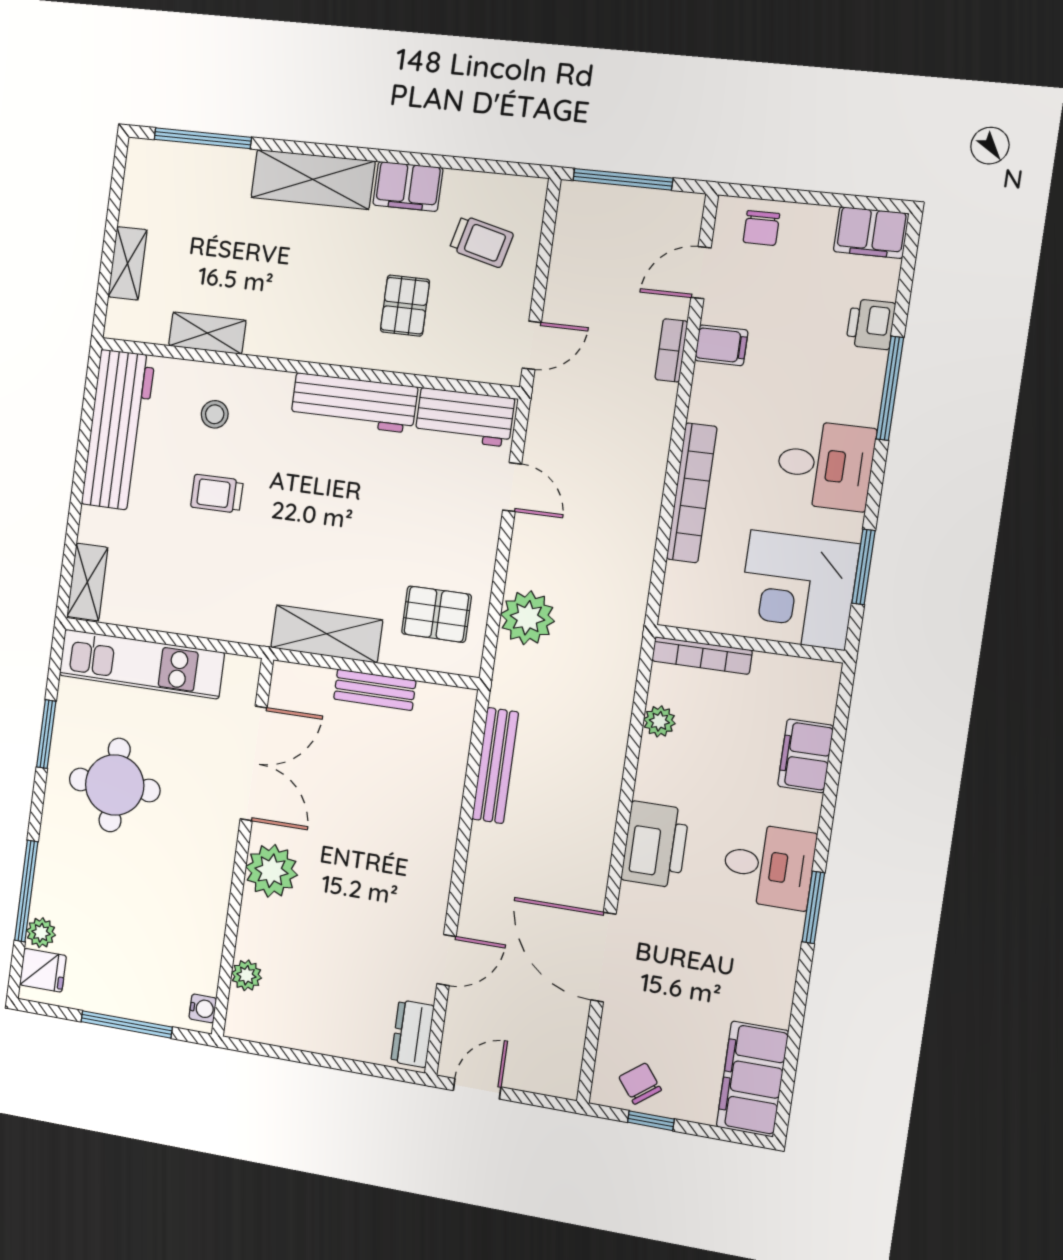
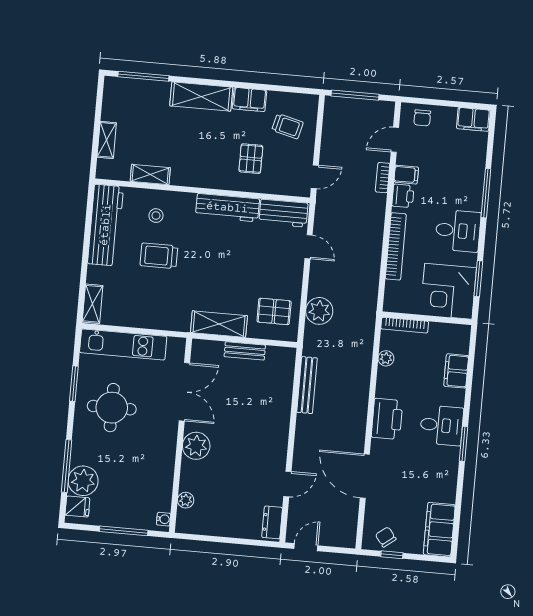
printer: (871, 324) -> (403, 196), moved, turned 180
trolley: (217, 494) -> (159, 256), width x1.36, depth x1.39
plant: (41, 933) -> (83, 481), width x1.87, depth x1.87

